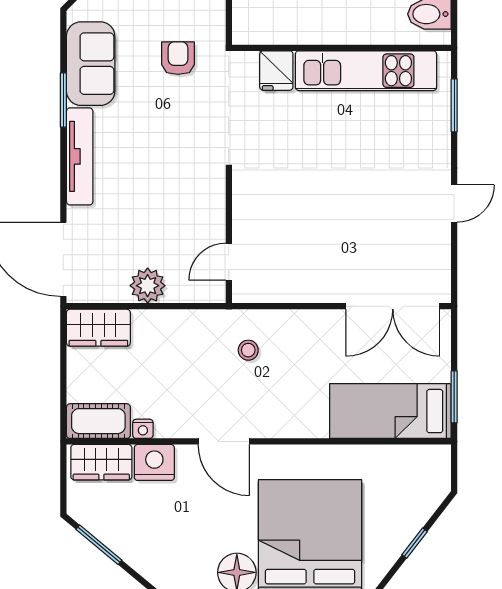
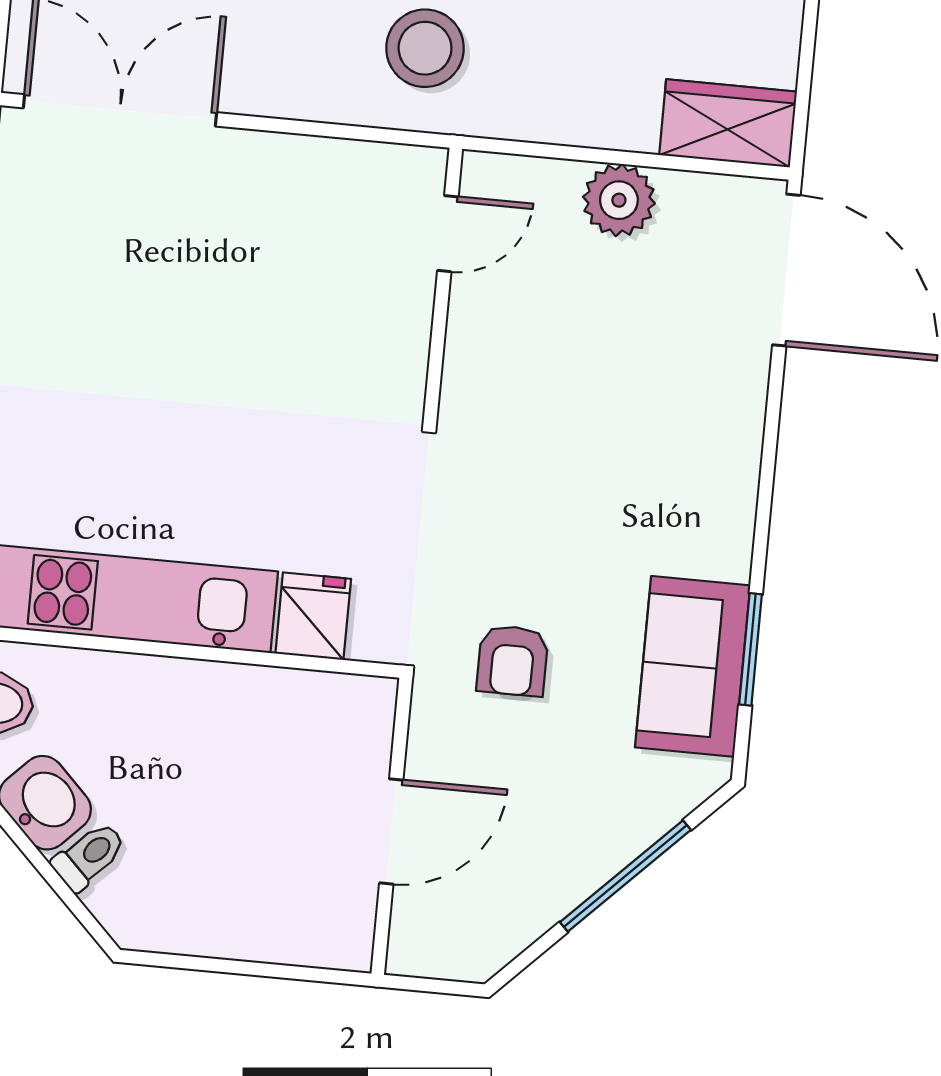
window: (63, 100) -> (750, 649), moved
tv unit: (80, 156) -> (733, 478), removed
stool: (248, 350) -> (425, 48), width x1.89, depth x1.89

